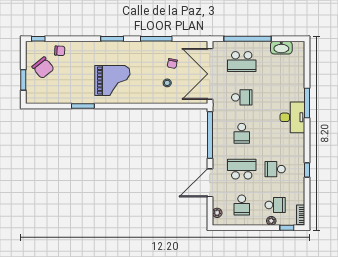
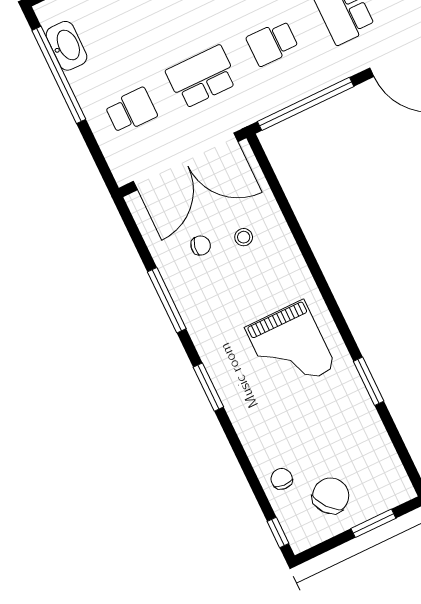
window: (247, 39) -> (59, 75), moved
school desk: (242, 62) -> (131, 111), width x0.54
grand piano: (112, 80) -> (290, 347), turned 180
school desk: (242, 97) -> (202, 77), width x1.85
school desk: (242, 133) -> (272, 43), turned 180

